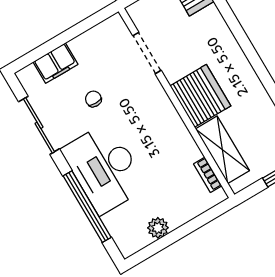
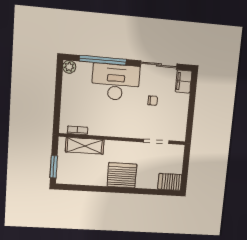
filing cabinet: (56, 63) -> (184, 81), moved
server rack: (200, 96) -> (122, 175), moved, turned 180
plant: (158, 228) -> (69, 67), moved

